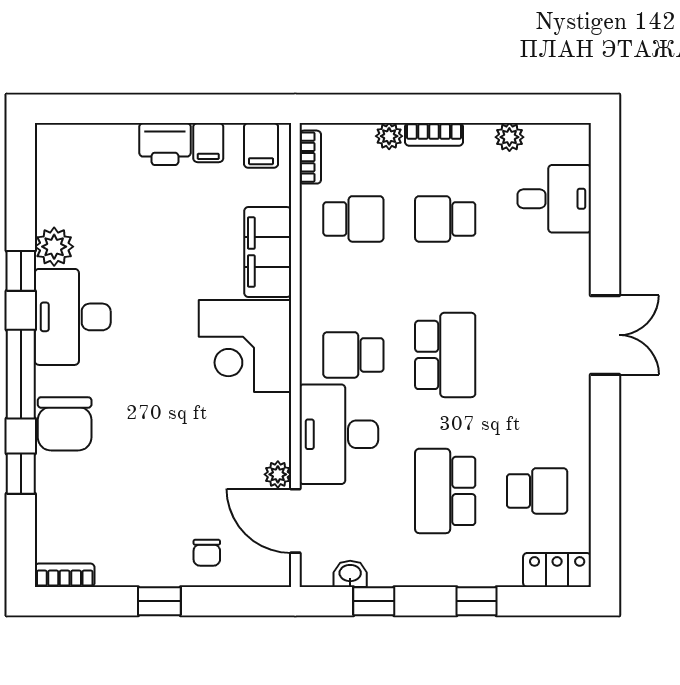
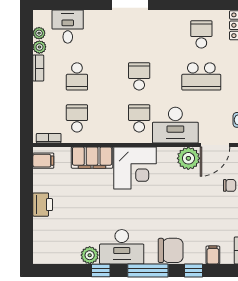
bookcase: (434, 134) -> (38, 68), moved
plant: (389, 136) -> (39, 33), moved
filing cabinet: (208, 143) -> (213, 255), moved, turned -90
school desk: (353, 355) -> (139, 118), turned 180
school desk: (445, 355) -> (139, 76), width x0.54
plant: (278, 474) -> (188, 158), width x1.87, depth x1.87

